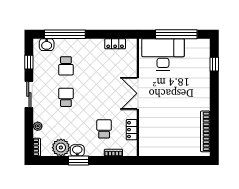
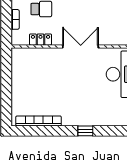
window: (214, 64) -> (85, 131), moved

